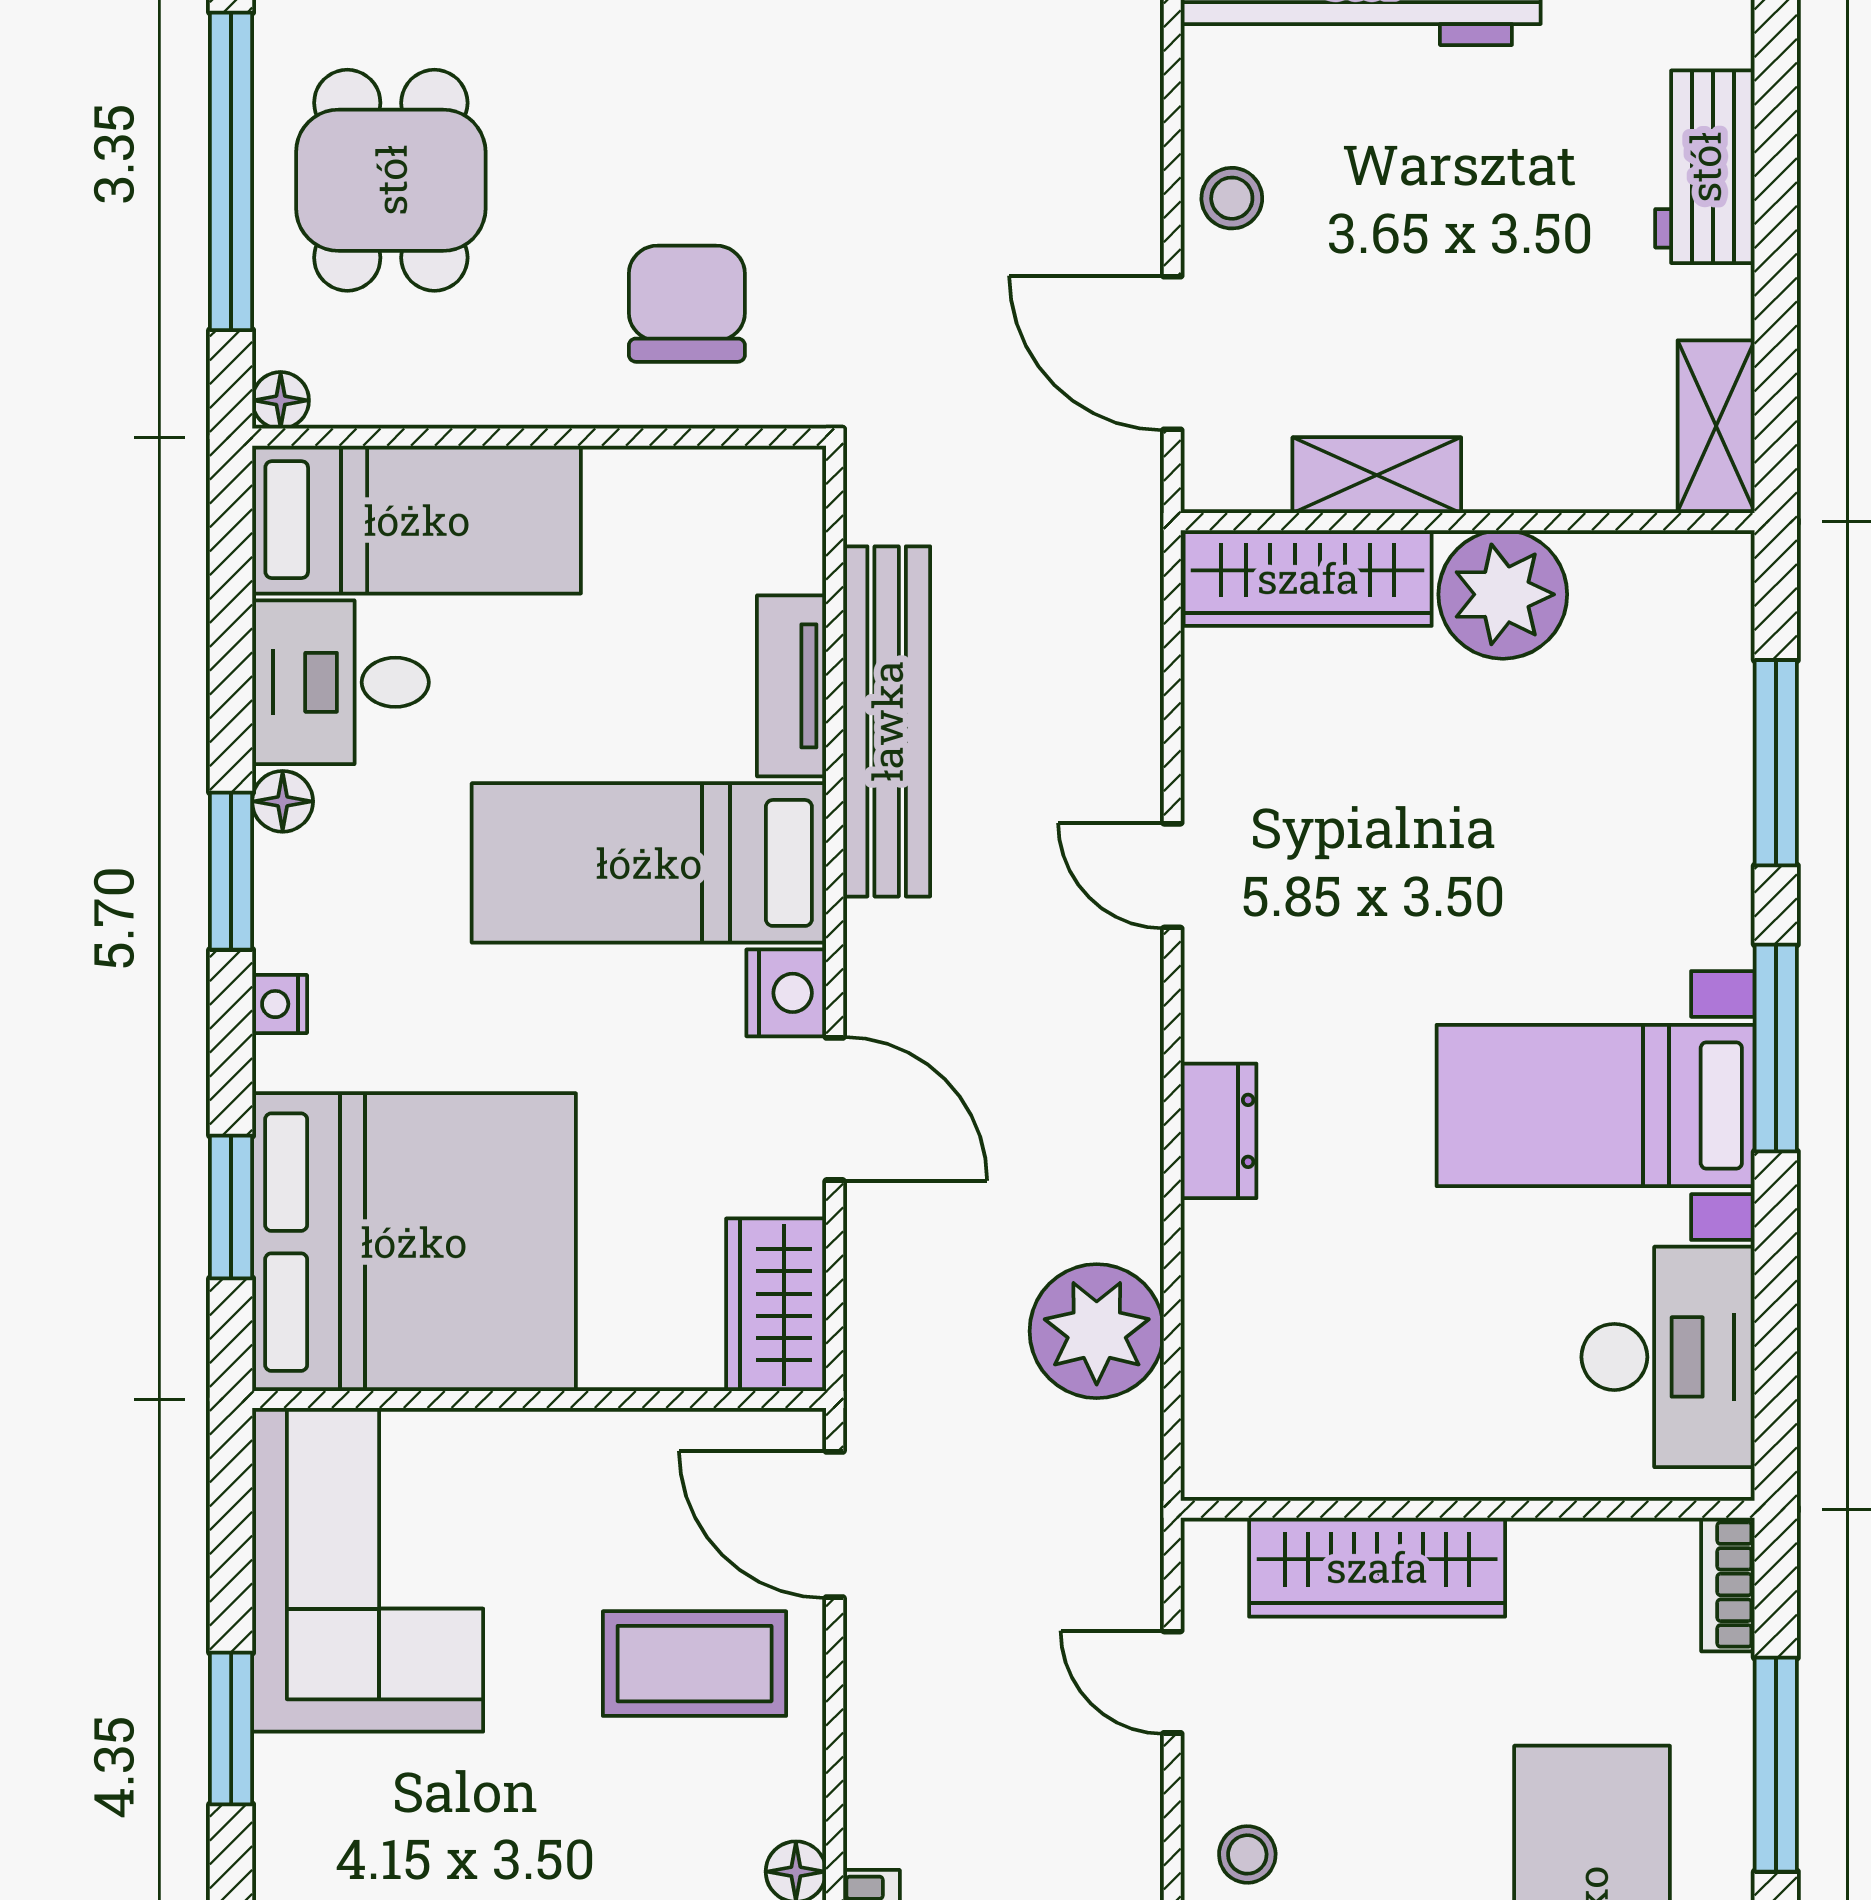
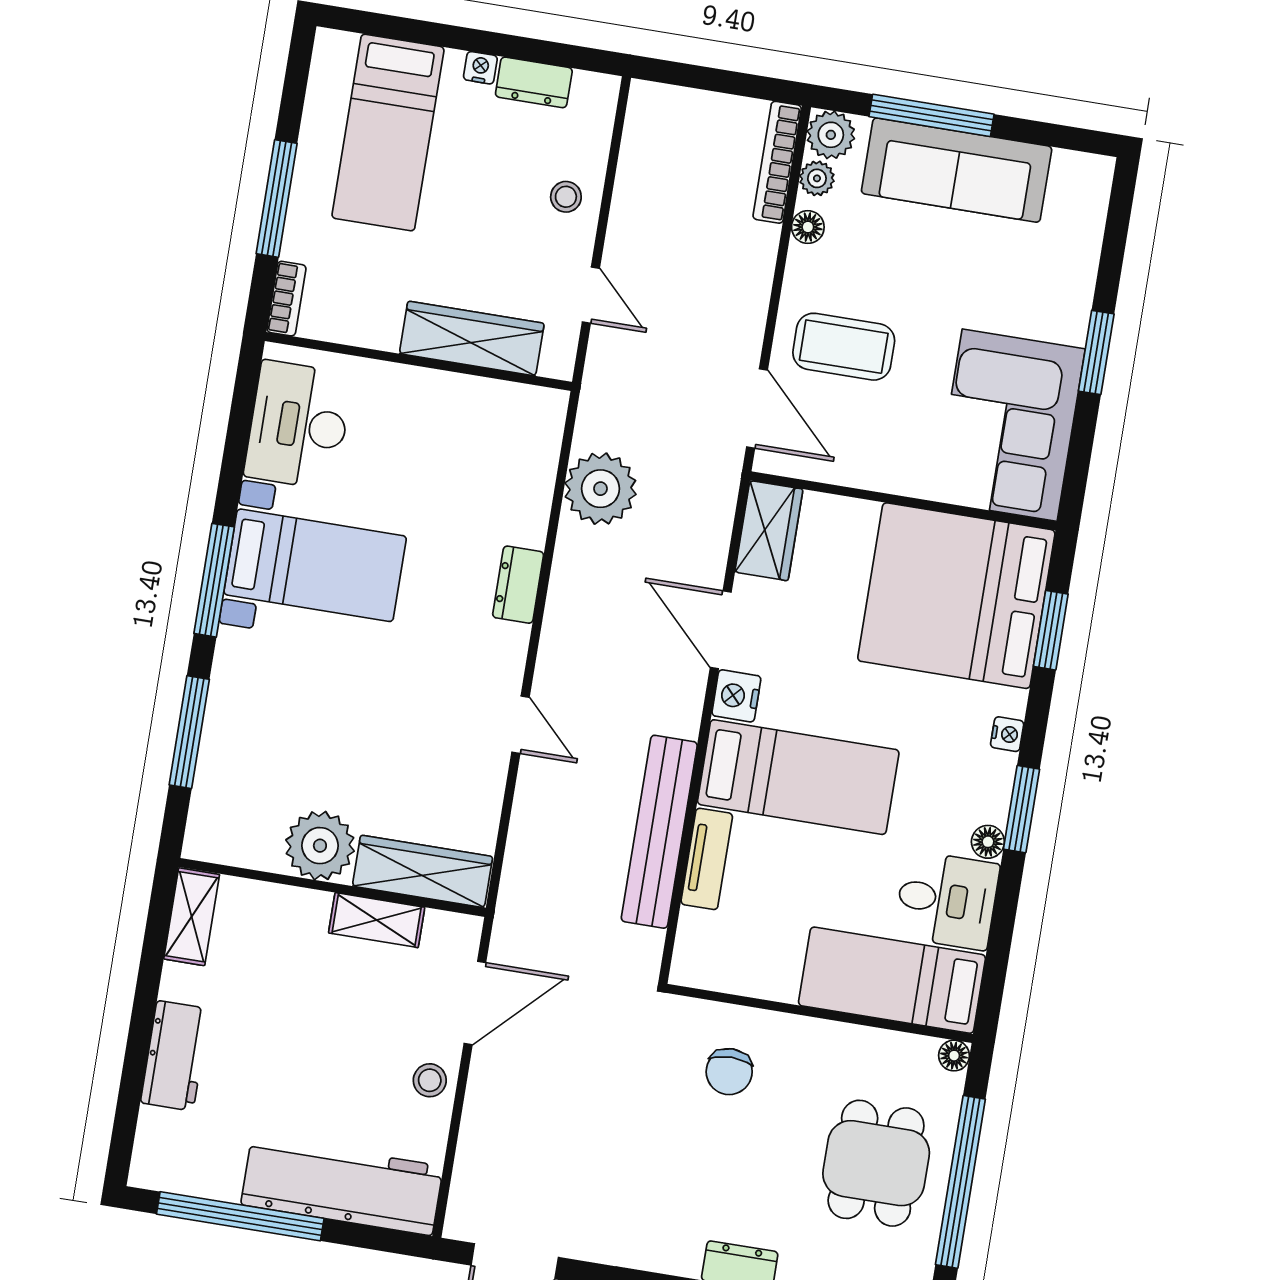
chair: (687, 304) -> (729, 1072), width x0.73, depth x0.73
door: (1172, 353) -> (475, 1003), hinge flipped

